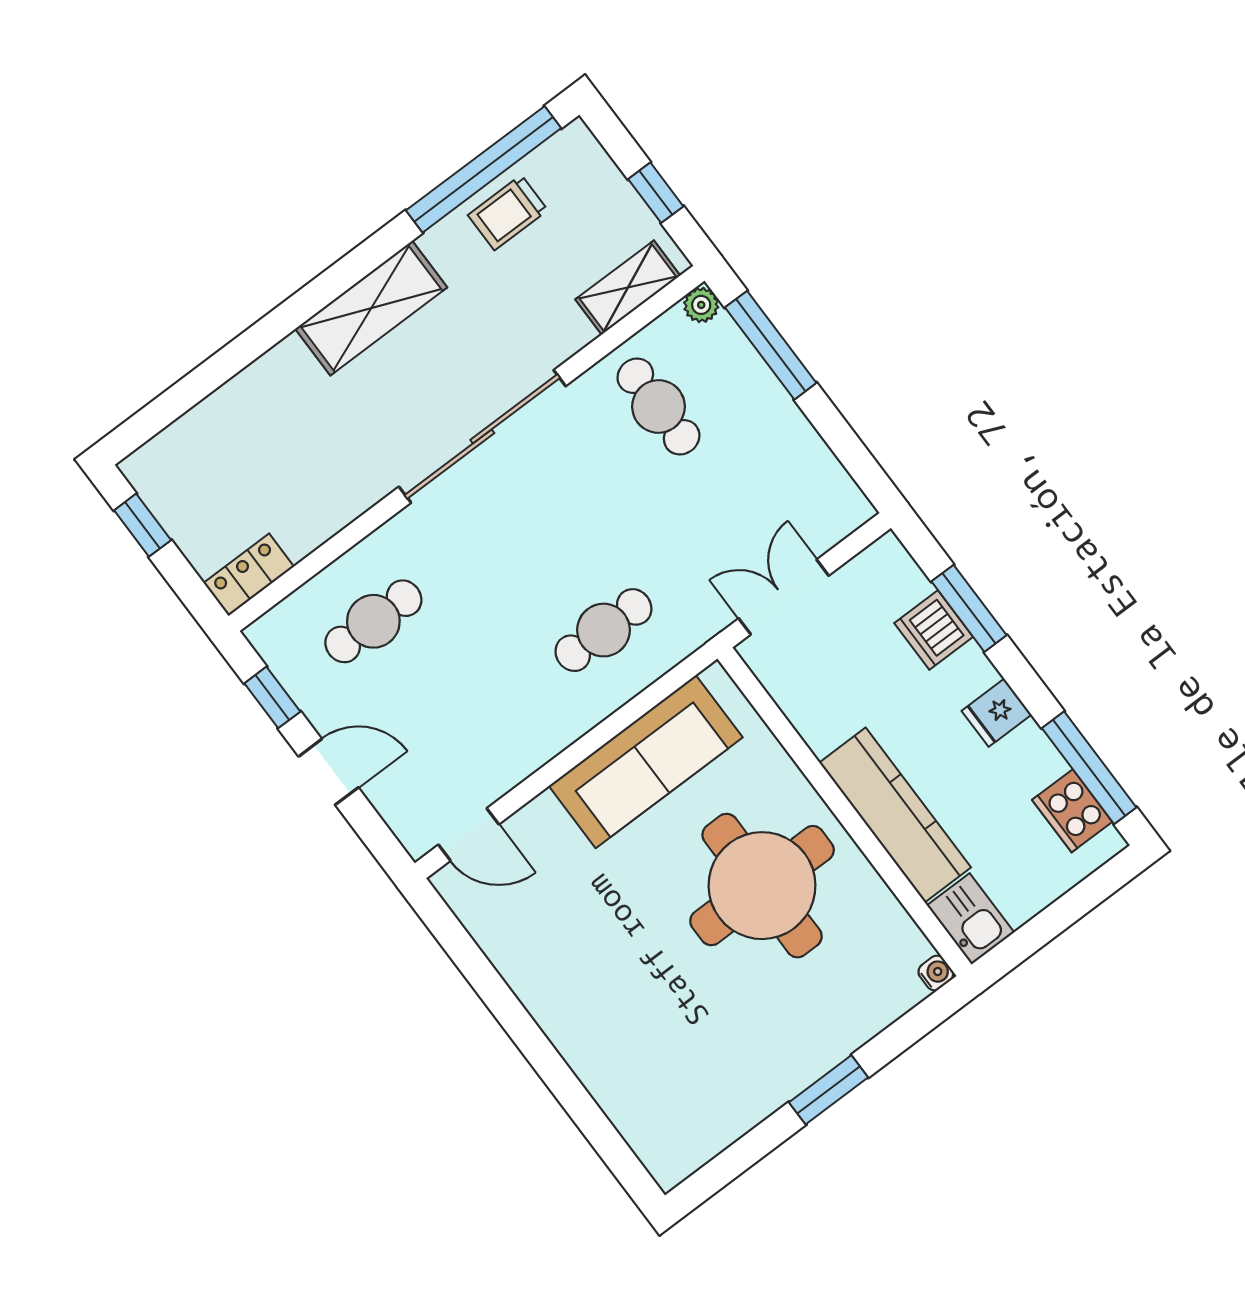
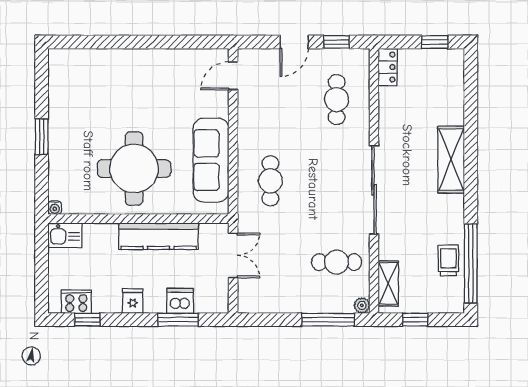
shelving: (371, 308) -> (451, 160), moved
window: (1089, 768) -> (87, 320), width x0.46
kitchen counter: (895, 815) -> (159, 236), moved

